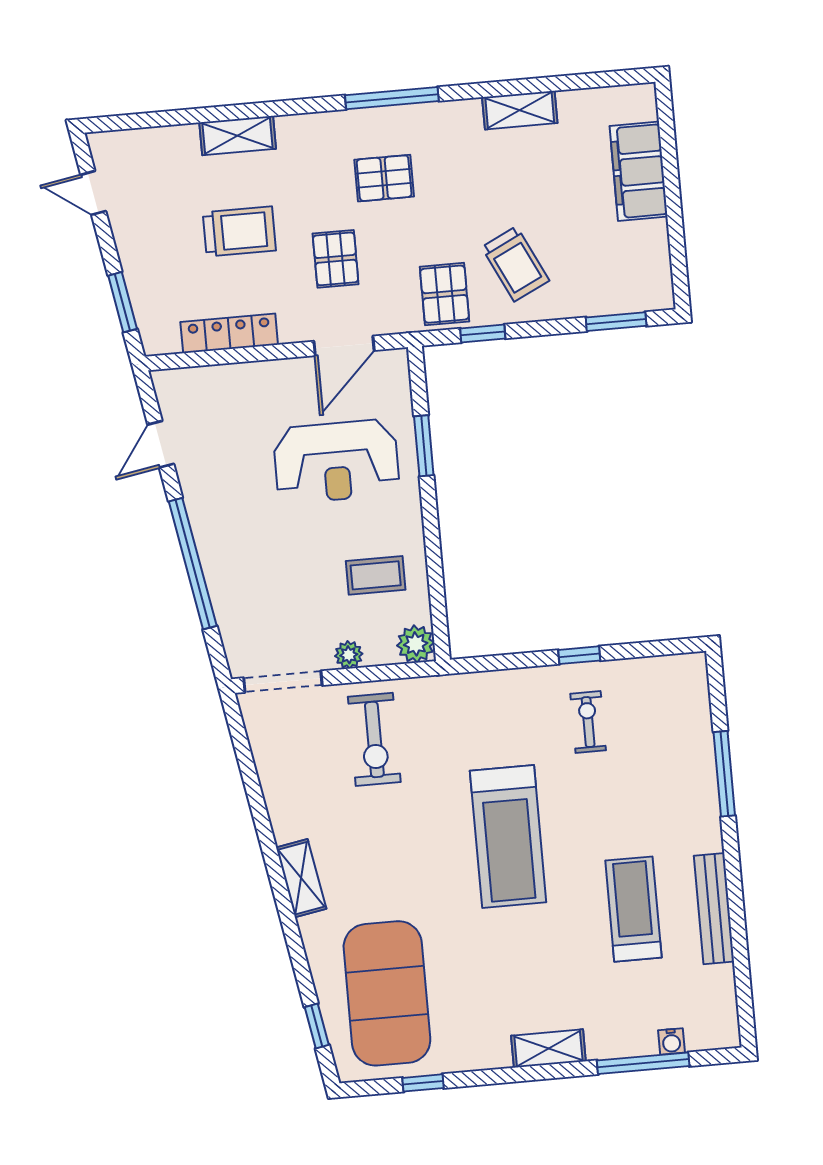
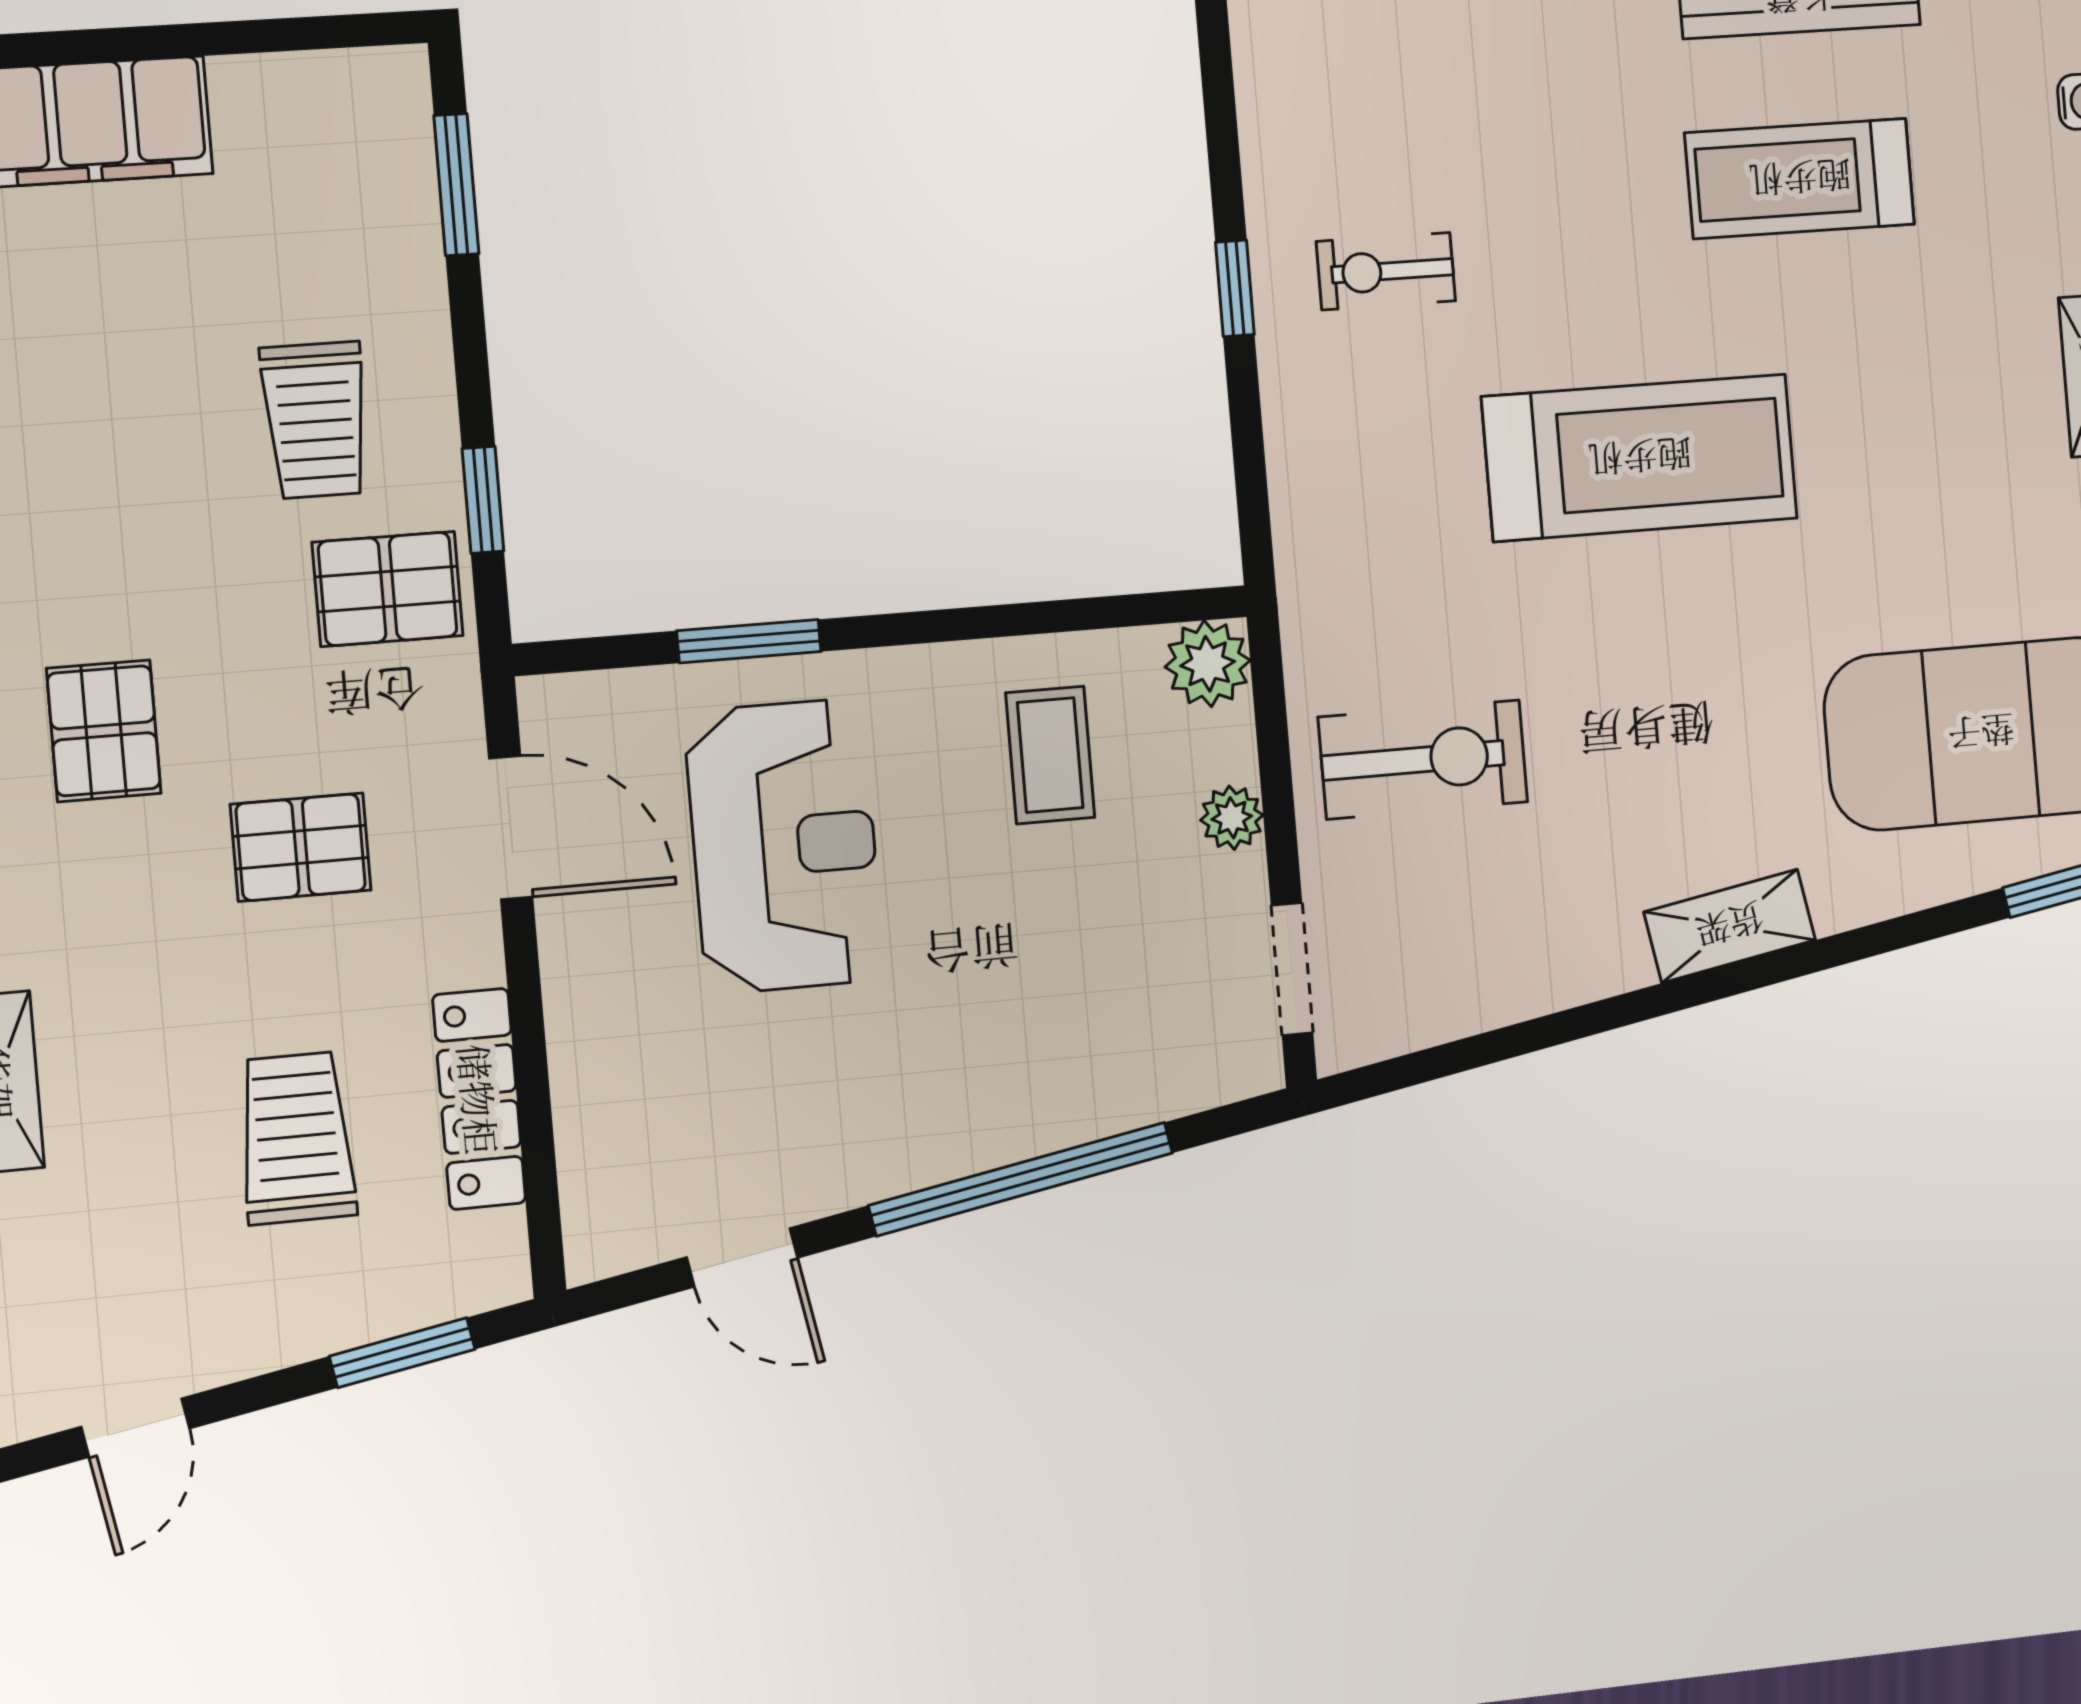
trolley: (239, 231) -> (296, 1138), moved
trolley: (515, 264) -> (315, 420), turned 116
doorway: (283, 682) -> (1292, 969), width x0.73

